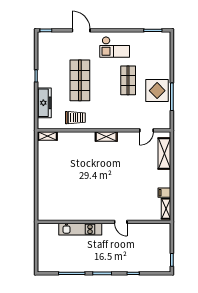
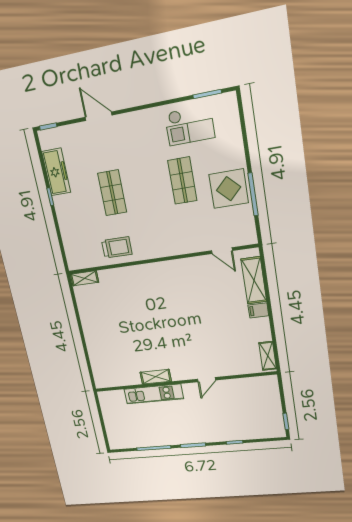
checkout: (115, 47) -> (190, 125), moved
shop shelf: (80, 80) -> (112, 193), width x0.70, depth x0.74
freezer: (44, 103) -> (56, 172), moved
door: (146, 130) -> (222, 251), hinge flipped
shelving: (106, 136) -> (156, 377), moved
filing cabinet: (164, 193) -> (258, 310), moved
door: (121, 222) -> (207, 380), hinge flipped

